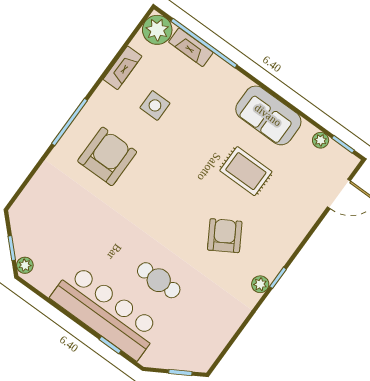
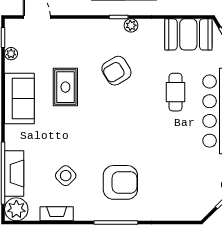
fireplace: (191, 47) -> (14, 174), width x1.37, depth x1.32
side table: (155, 105) -> (66, 176), turned 45
armchair: (107, 156) -> (120, 182), turned 180
booth: (208, 336) -> (188, 34), added

